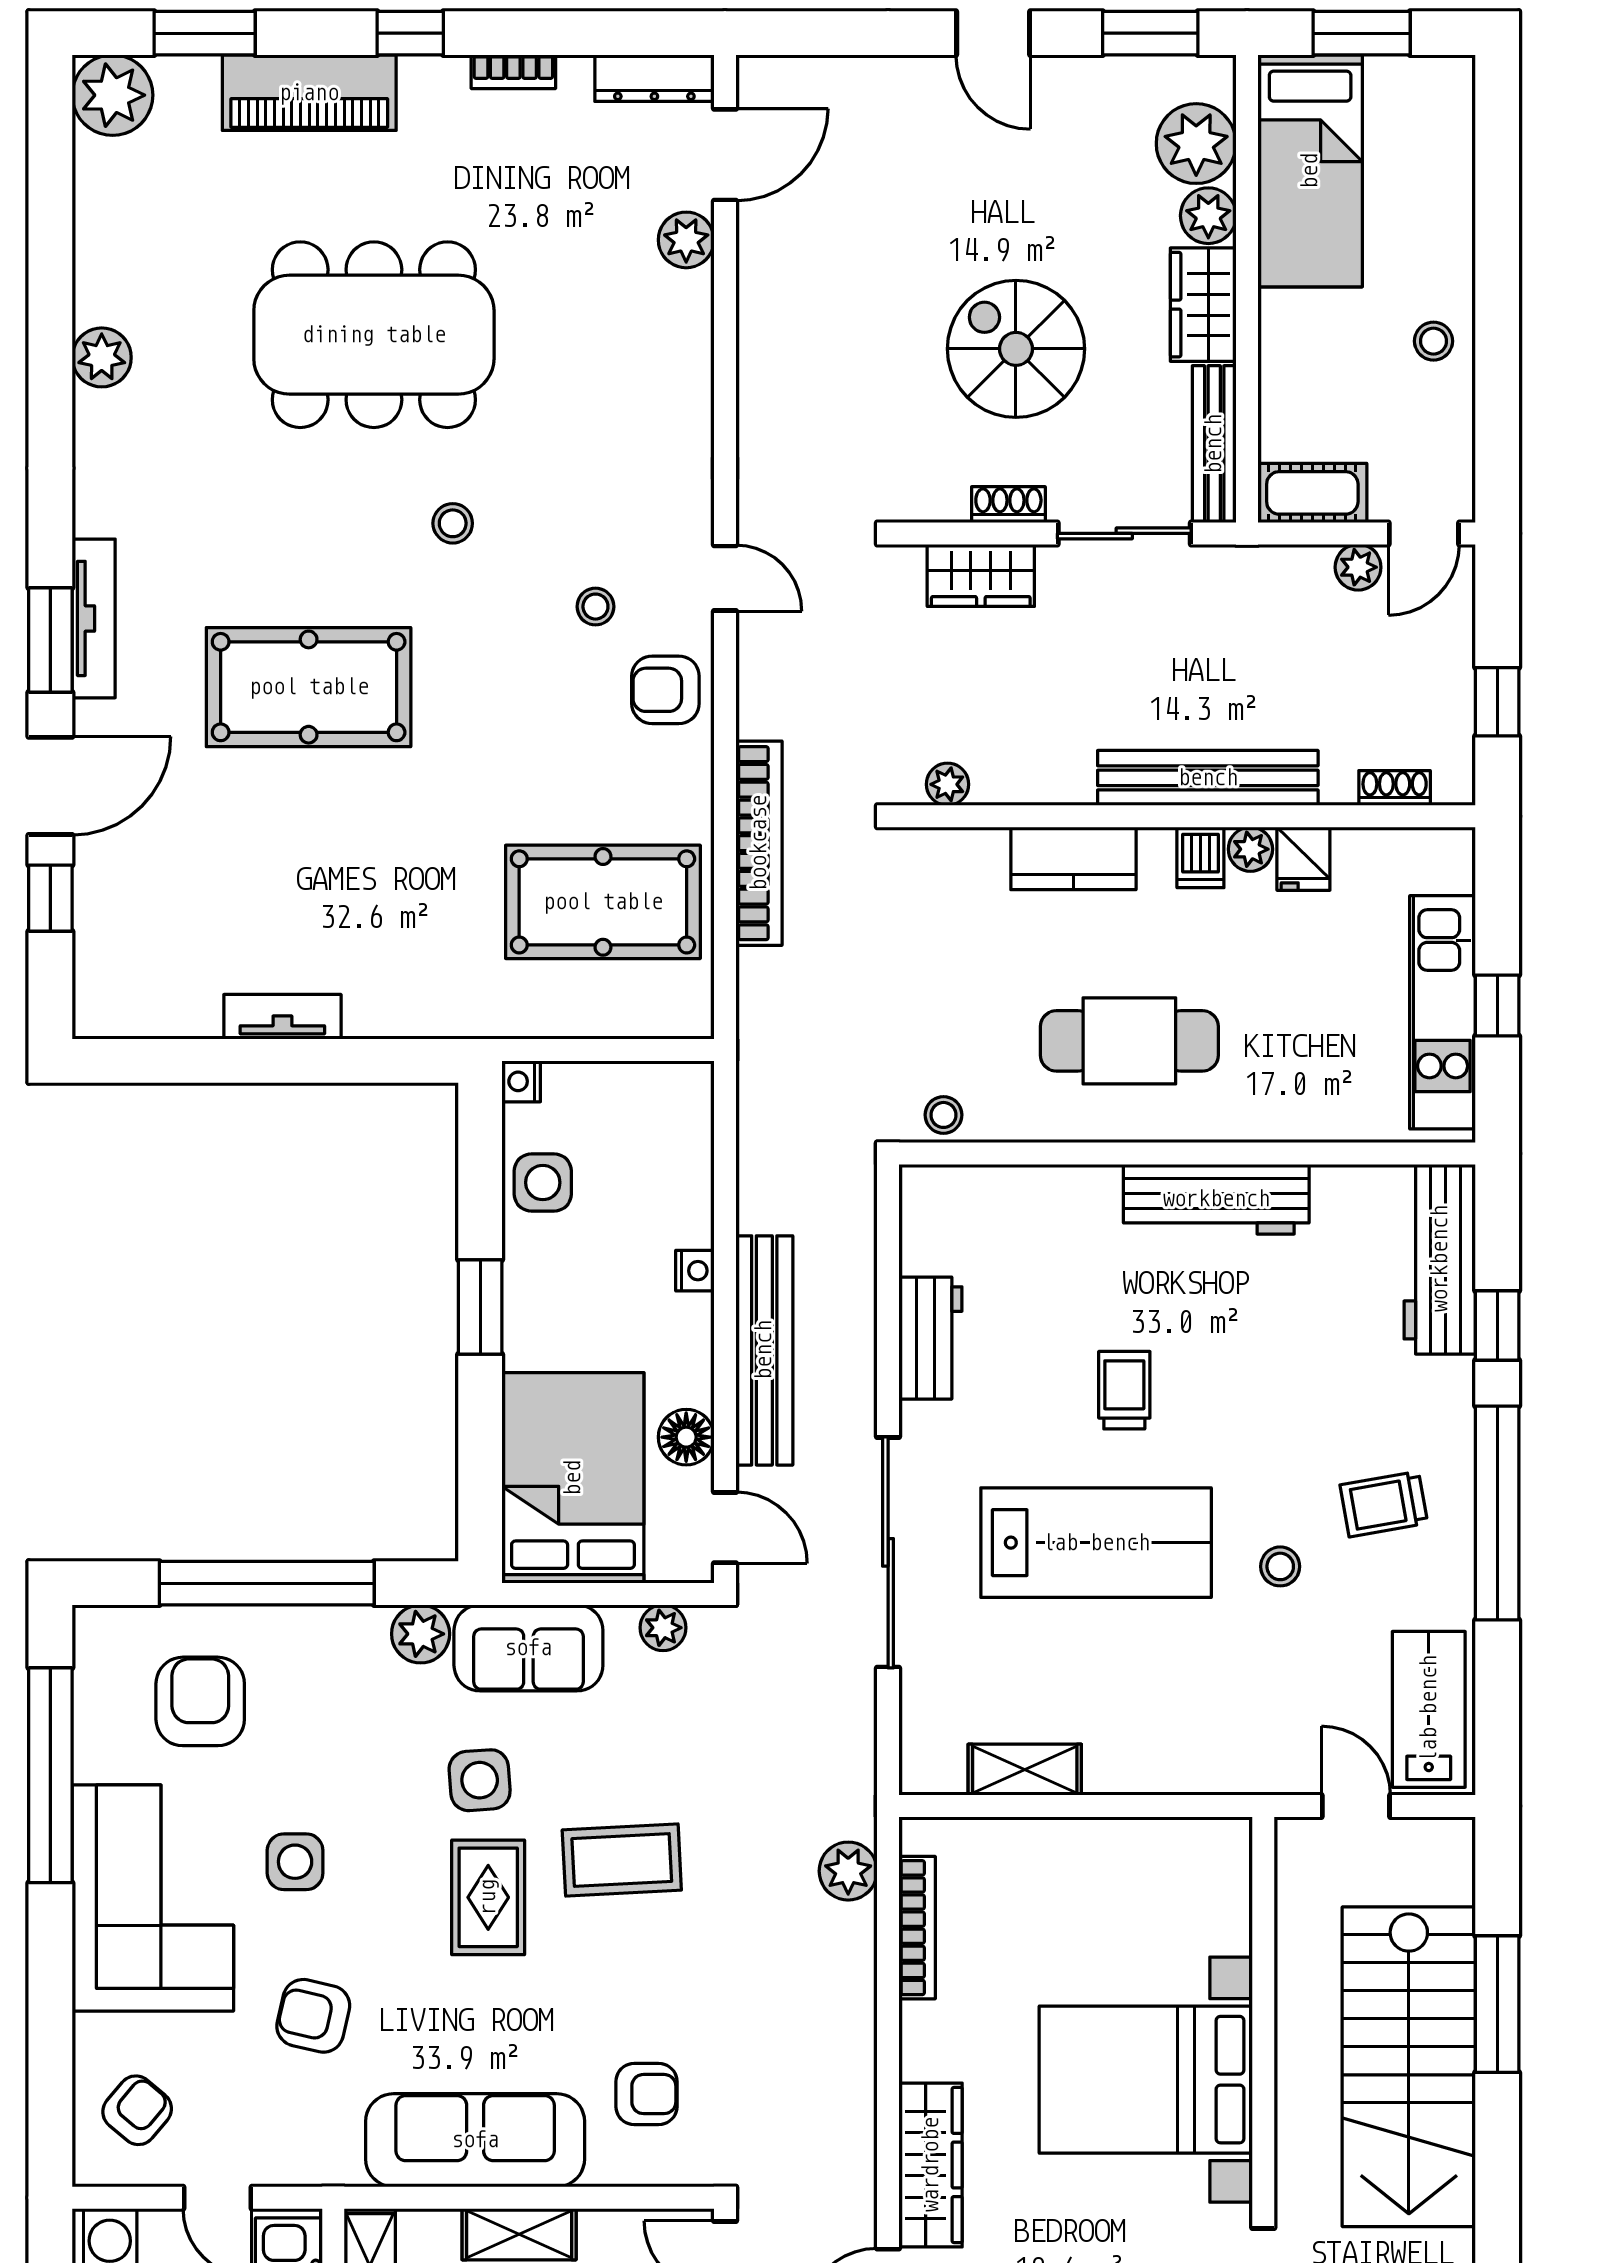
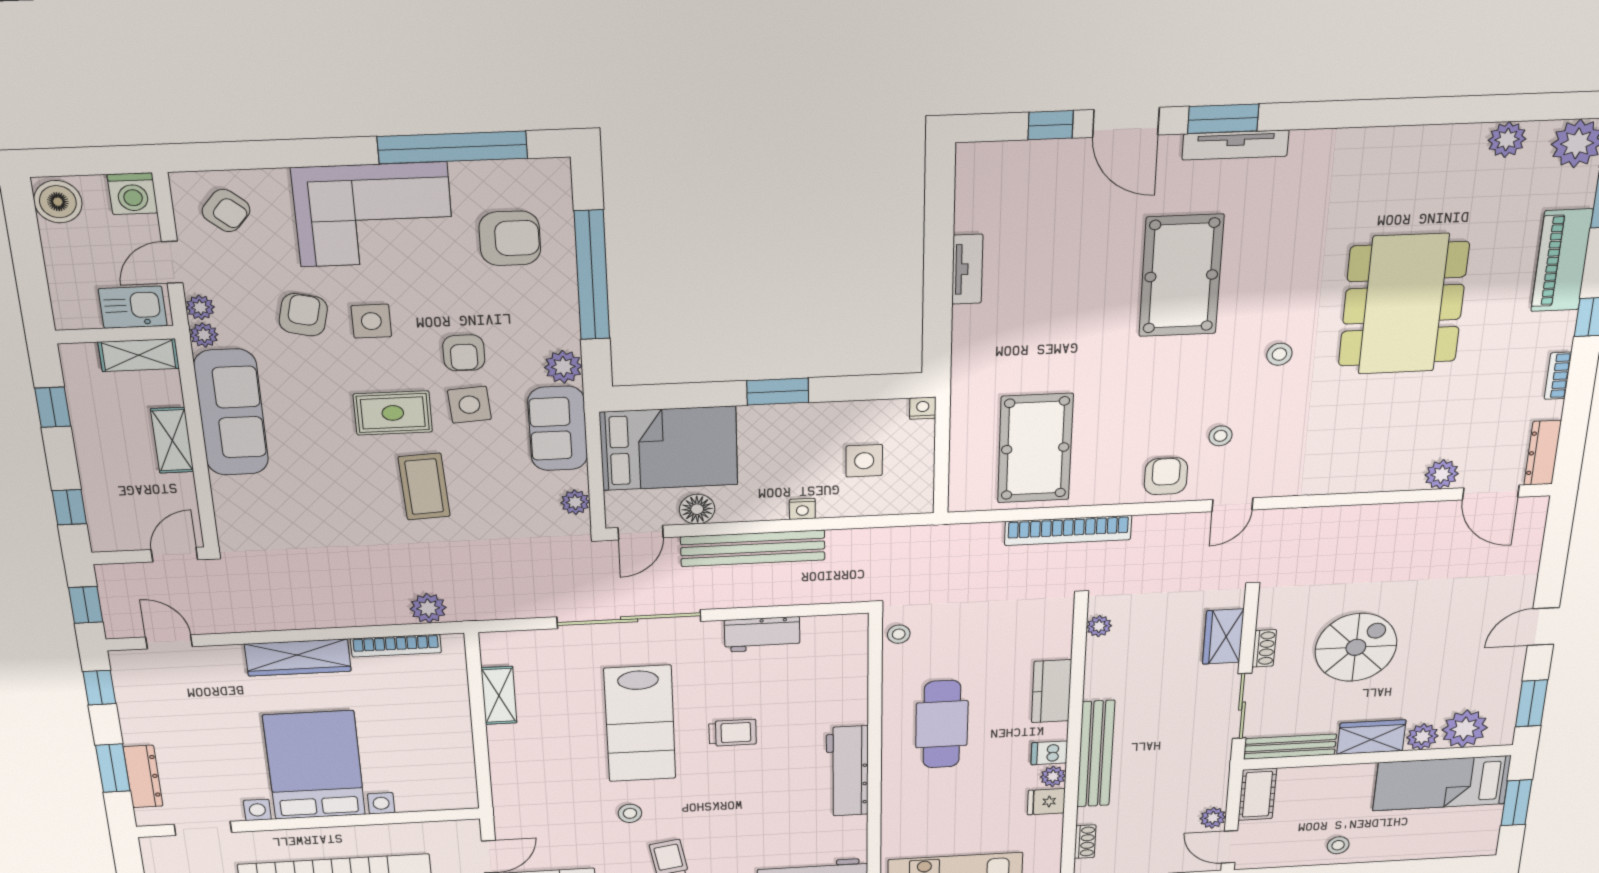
plant: (102, 357) -> (1507, 140), moved
side table: (543, 1183) -> (864, 461), moved
side table: (295, 1862) -> (371, 321), moved
armchair: (646, 2094) -> (464, 353), moved
wardrobe: (931, 2165) -> (298, 658), moved
plant: (294, 2166) -> (200, 307), added
plant: (340, 2166) -> (204, 335), added

